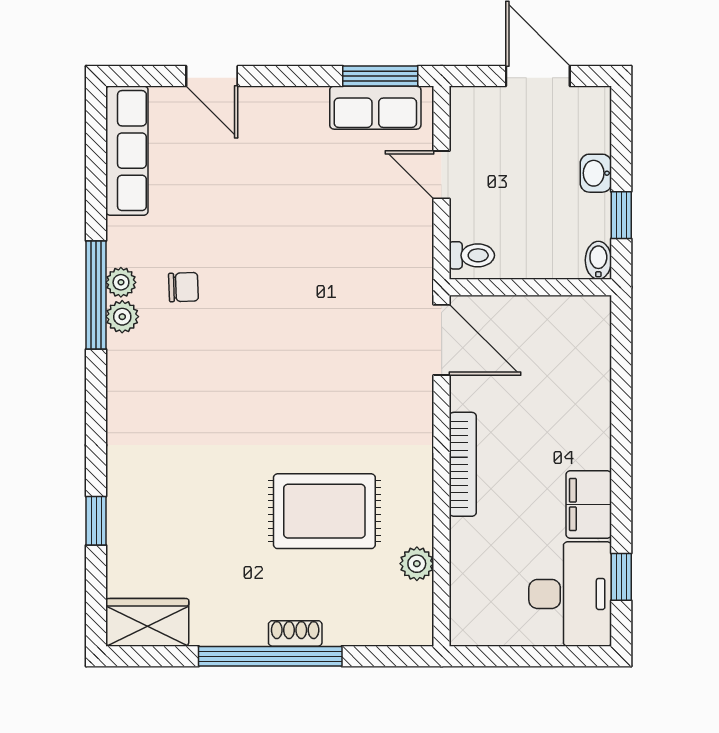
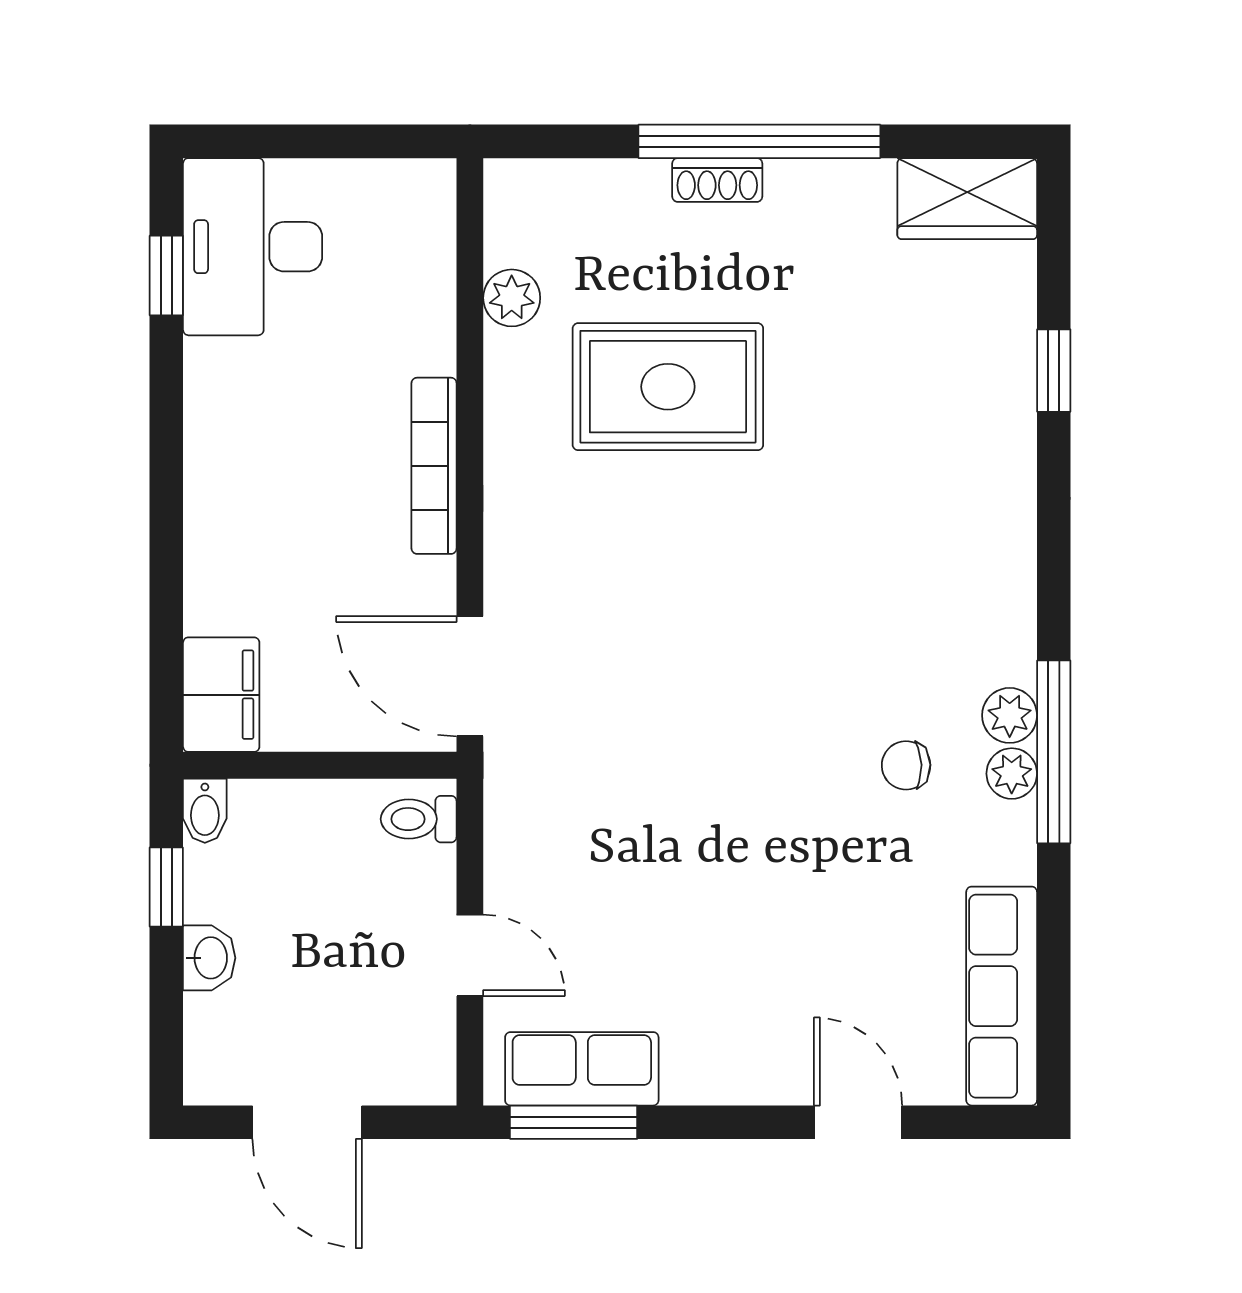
filing cabinet: (589, 504) -> (221, 695), moved

